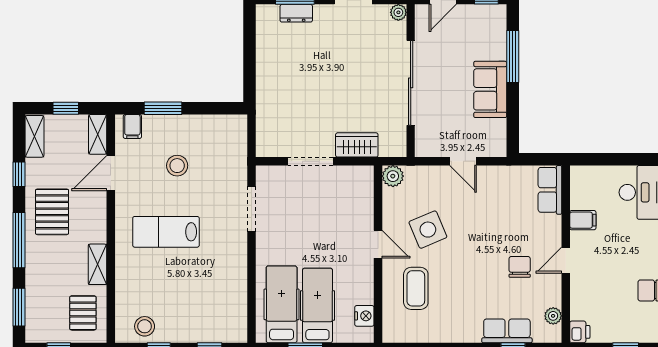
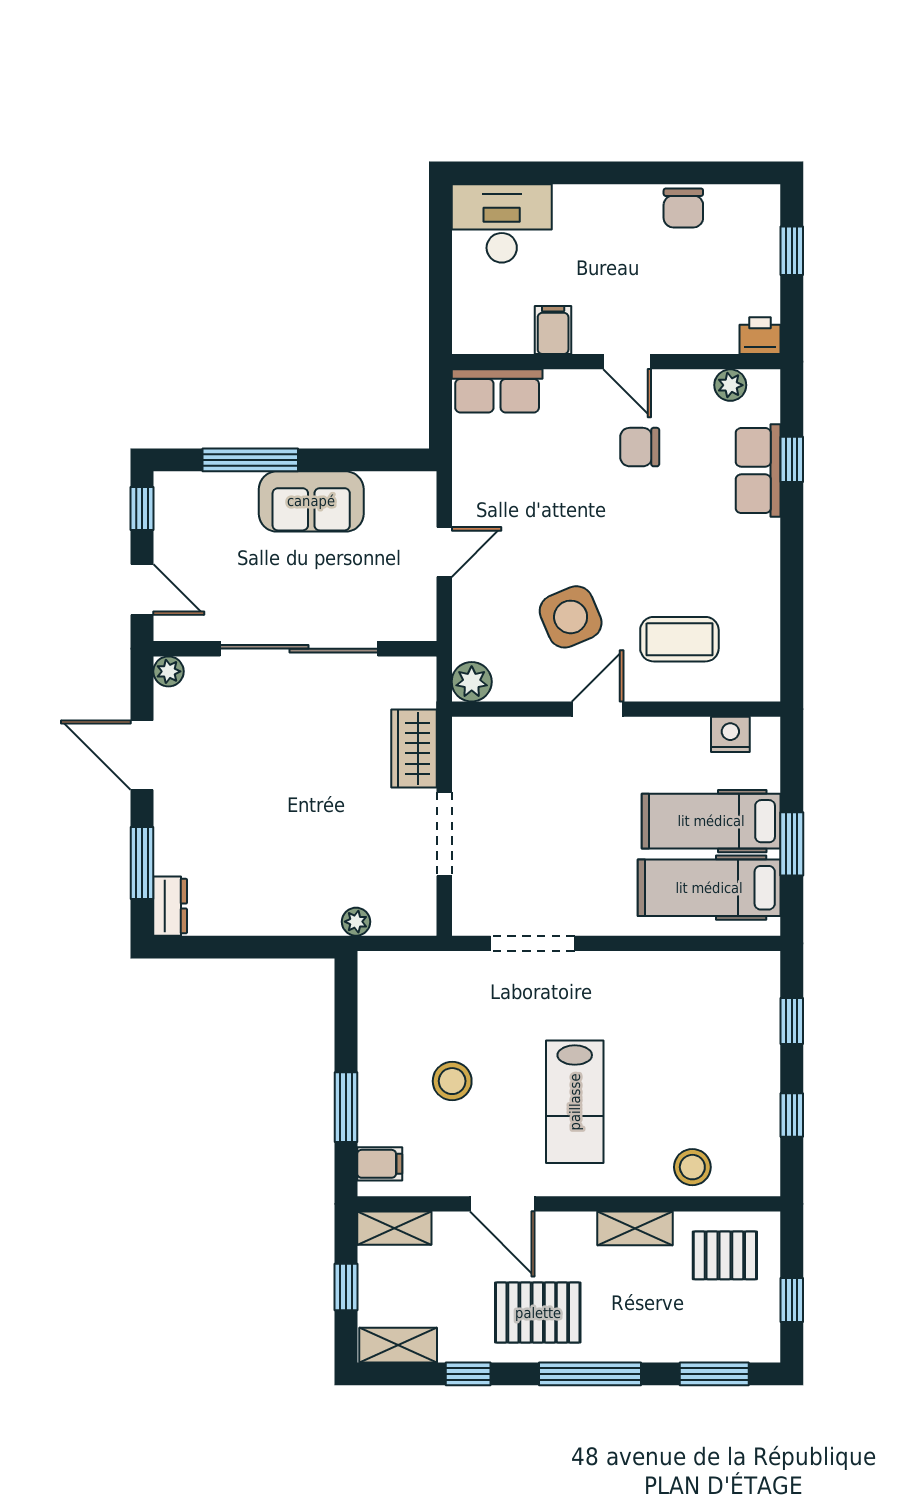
dresser: (296, 13) -> (170, 906), moved
plant: (263, 114) -> (356, 922), added
door: (111, 173) -> (502, 1204), moved
stool: (145, 326) -> (692, 1167), moved

